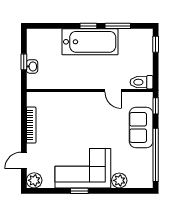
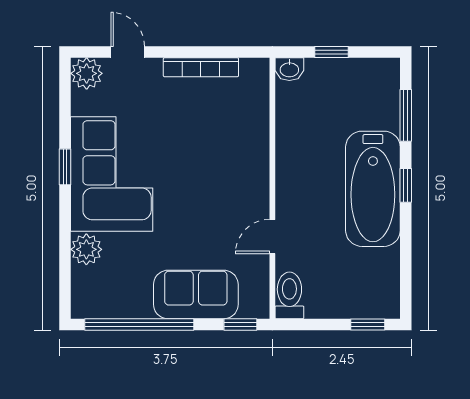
window: (118, 26) -> (406, 115), moved
washbasin: (32, 66) -> (289, 69), moved

